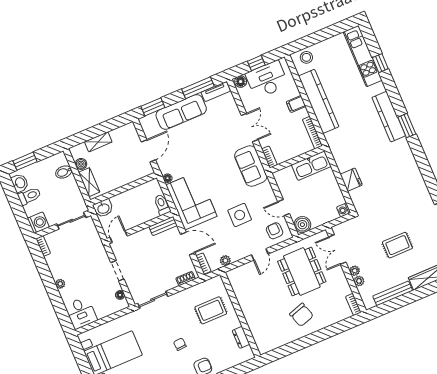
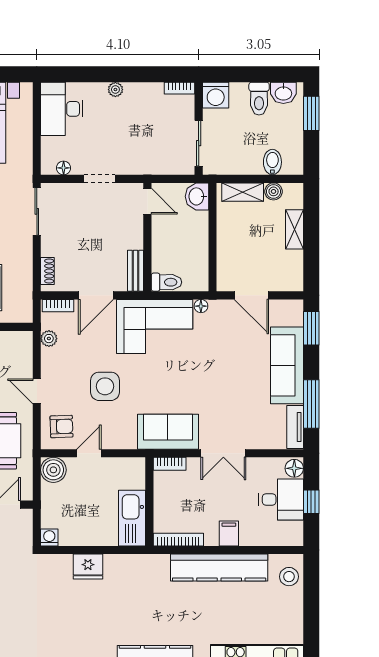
desk: (267, 80) -> (281, 499), width x0.73
desk: (81, 313) -> (62, 109), width x1.37

